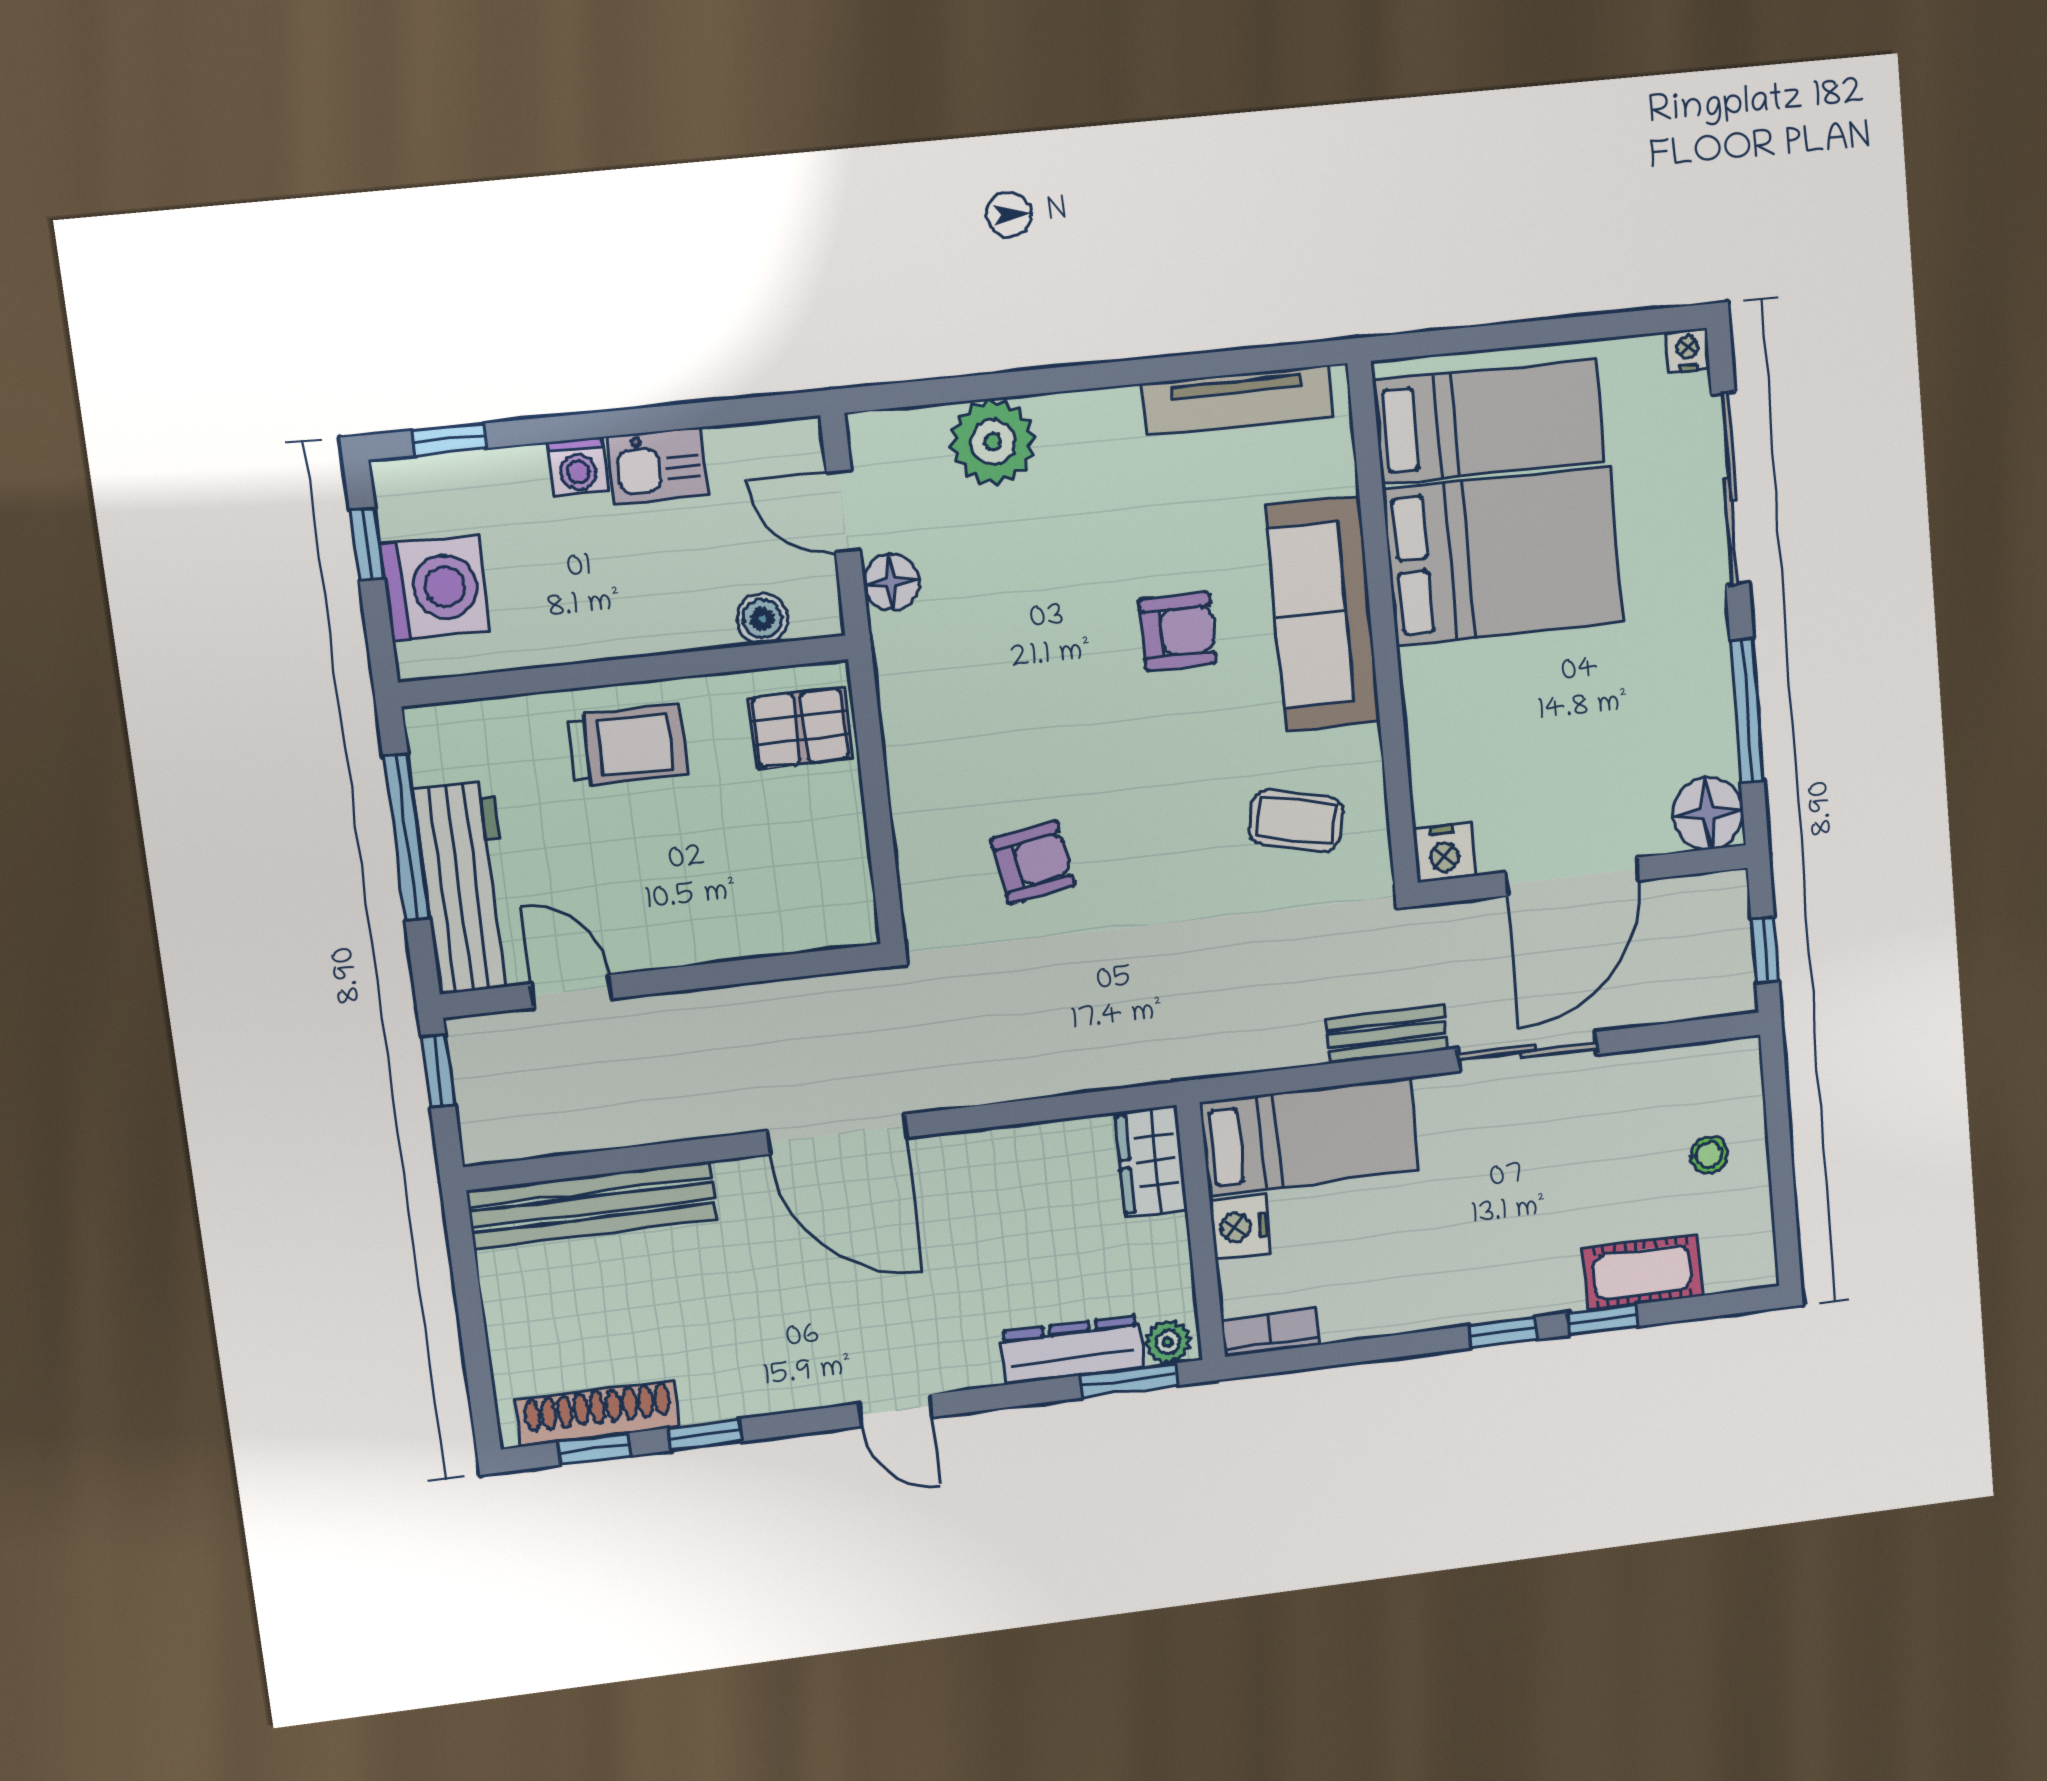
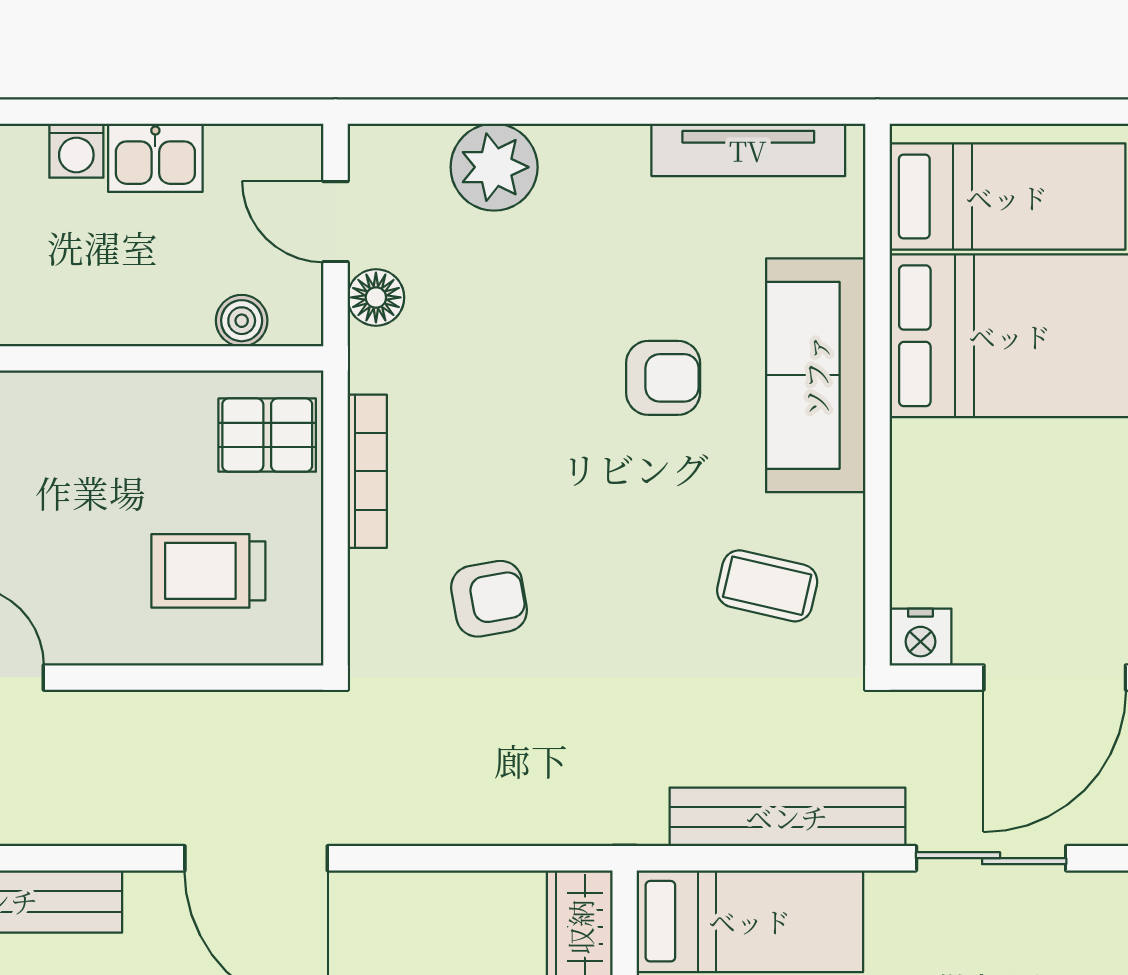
trolley: (627, 745) -> (208, 571), moved, turned 180
bookcase: (902, 753) -> (367, 471), added
bench: (1387, 1034) -> (787, 817), width x1.86, depth x1.21

